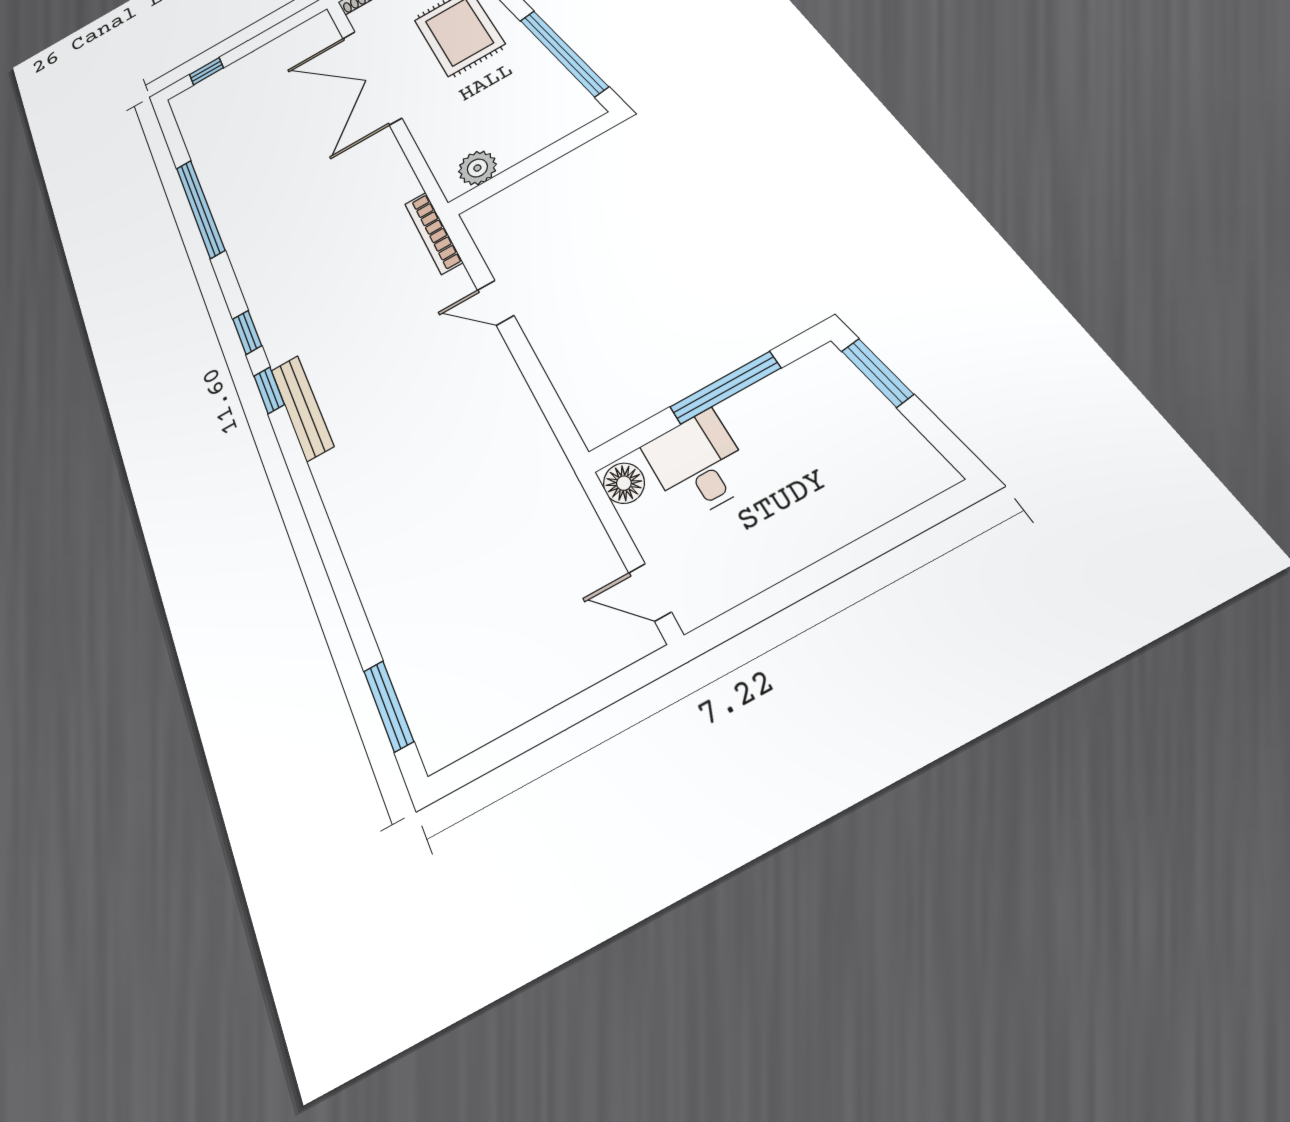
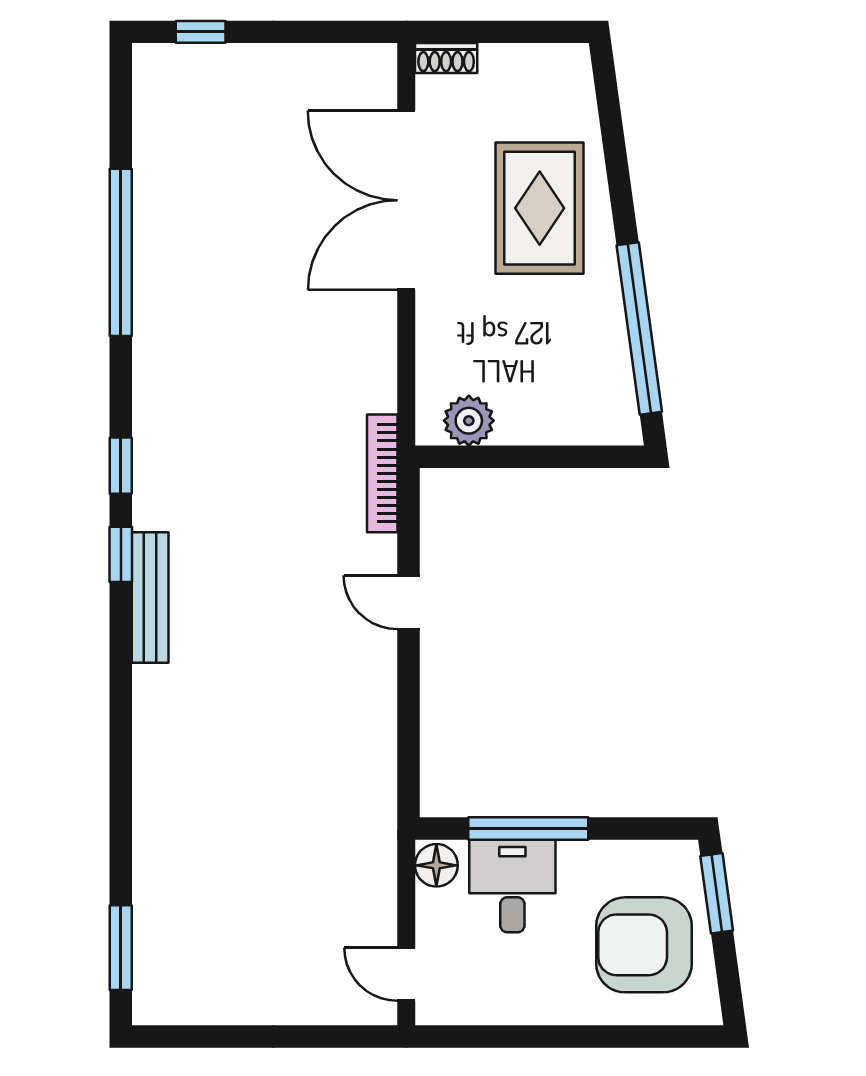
window: (725, 388) -> (528, 828), moved
armchair: (844, 450) -> (644, 945), added

